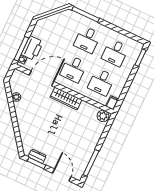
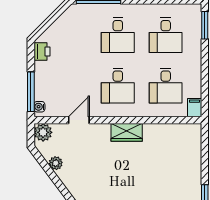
printer: (32, 48) -> (42, 51), moved, width x0.53, depth x0.68
door: (41, 78) -> (79, 120), width x0.53
wardrobe: (66, 99) -> (127, 132), width x0.67
plant: (103, 116) -> (43, 132), moved

